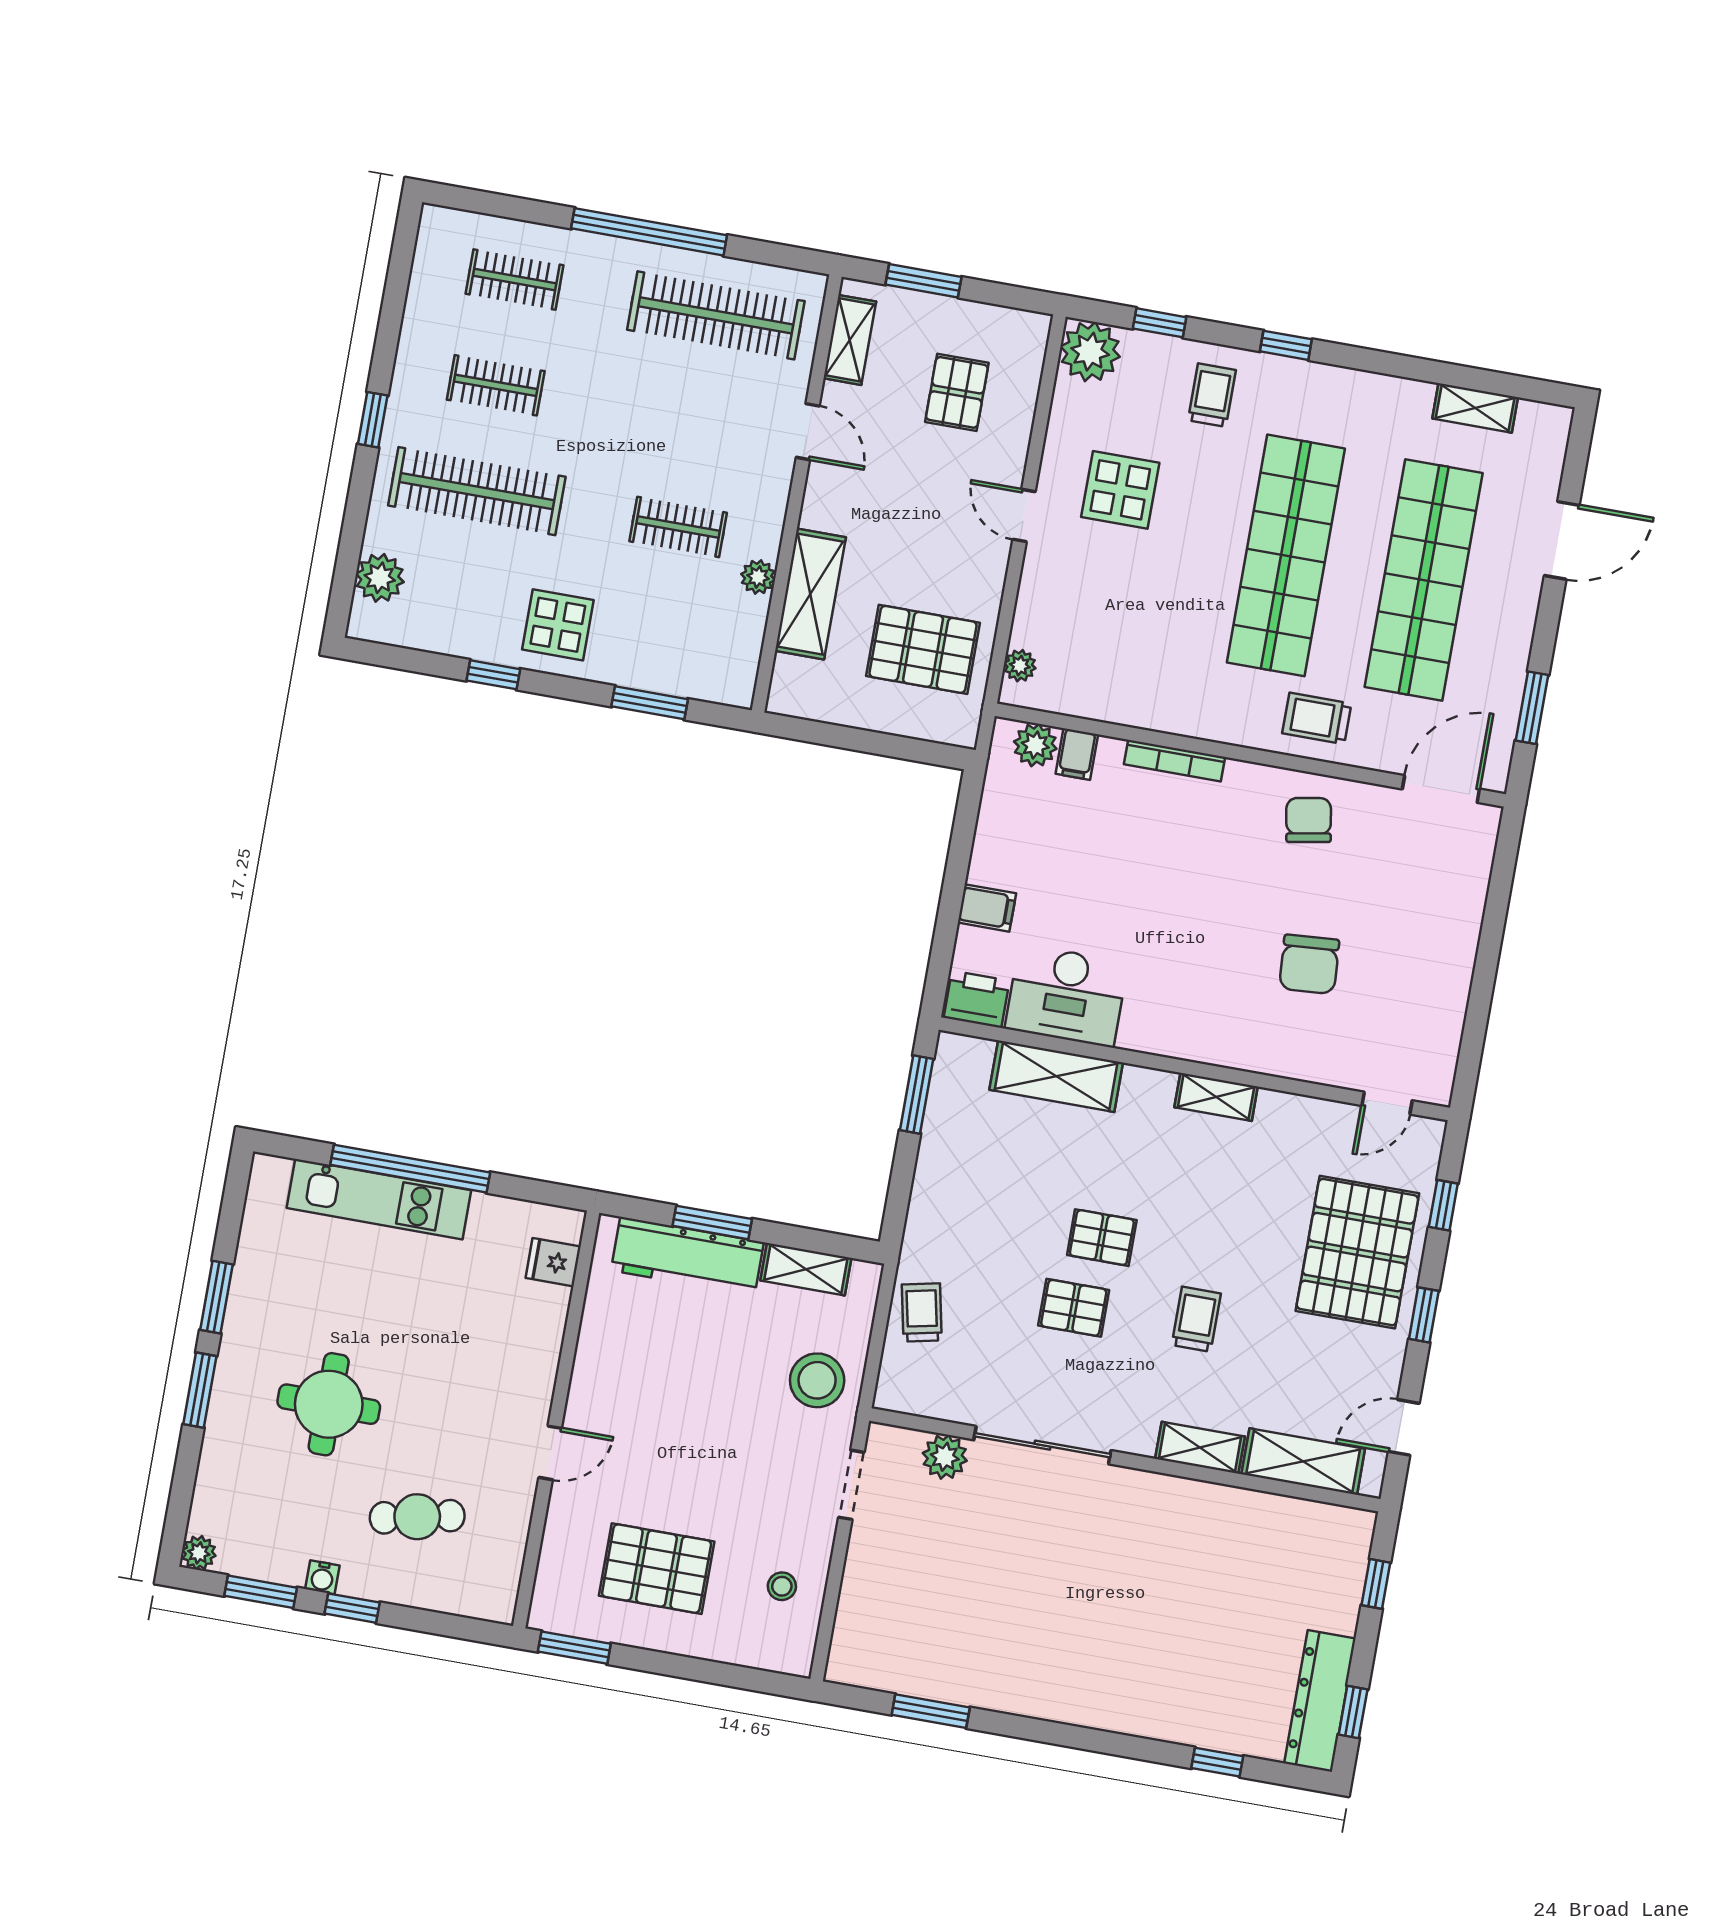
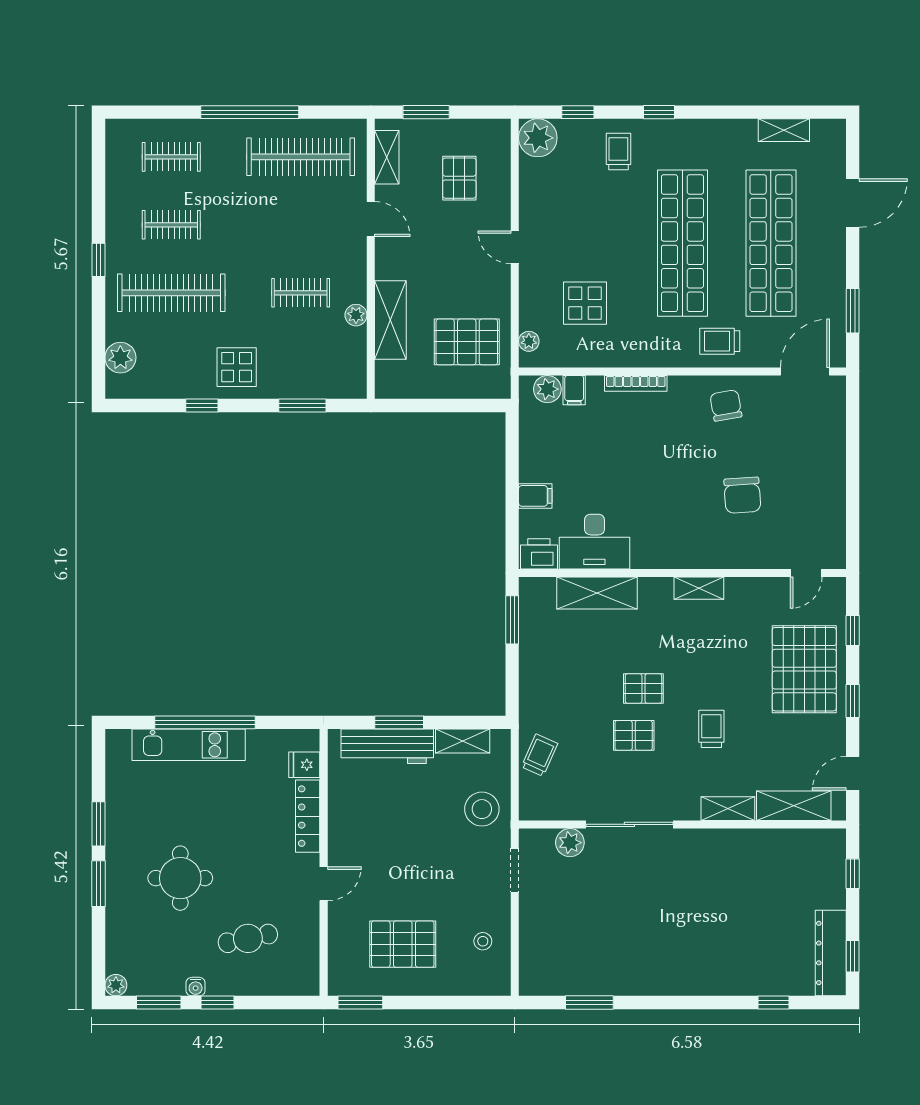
display table: (1120, 490) -> (585, 303), moved
trolley: (922, 1312) -> (540, 755), turned 36
locker: (544, 1343) -> (308, 816), added

